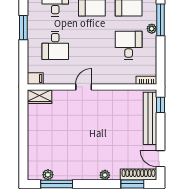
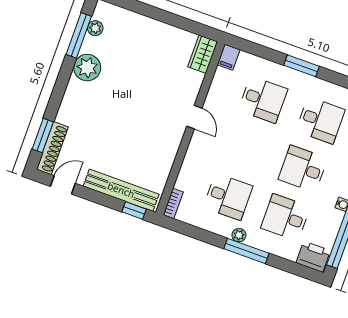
desk: (55, 45) -> (263, 100), turned 180
plant: (105, 175) -> (87, 68), moved, width x1.87, depth x1.87

